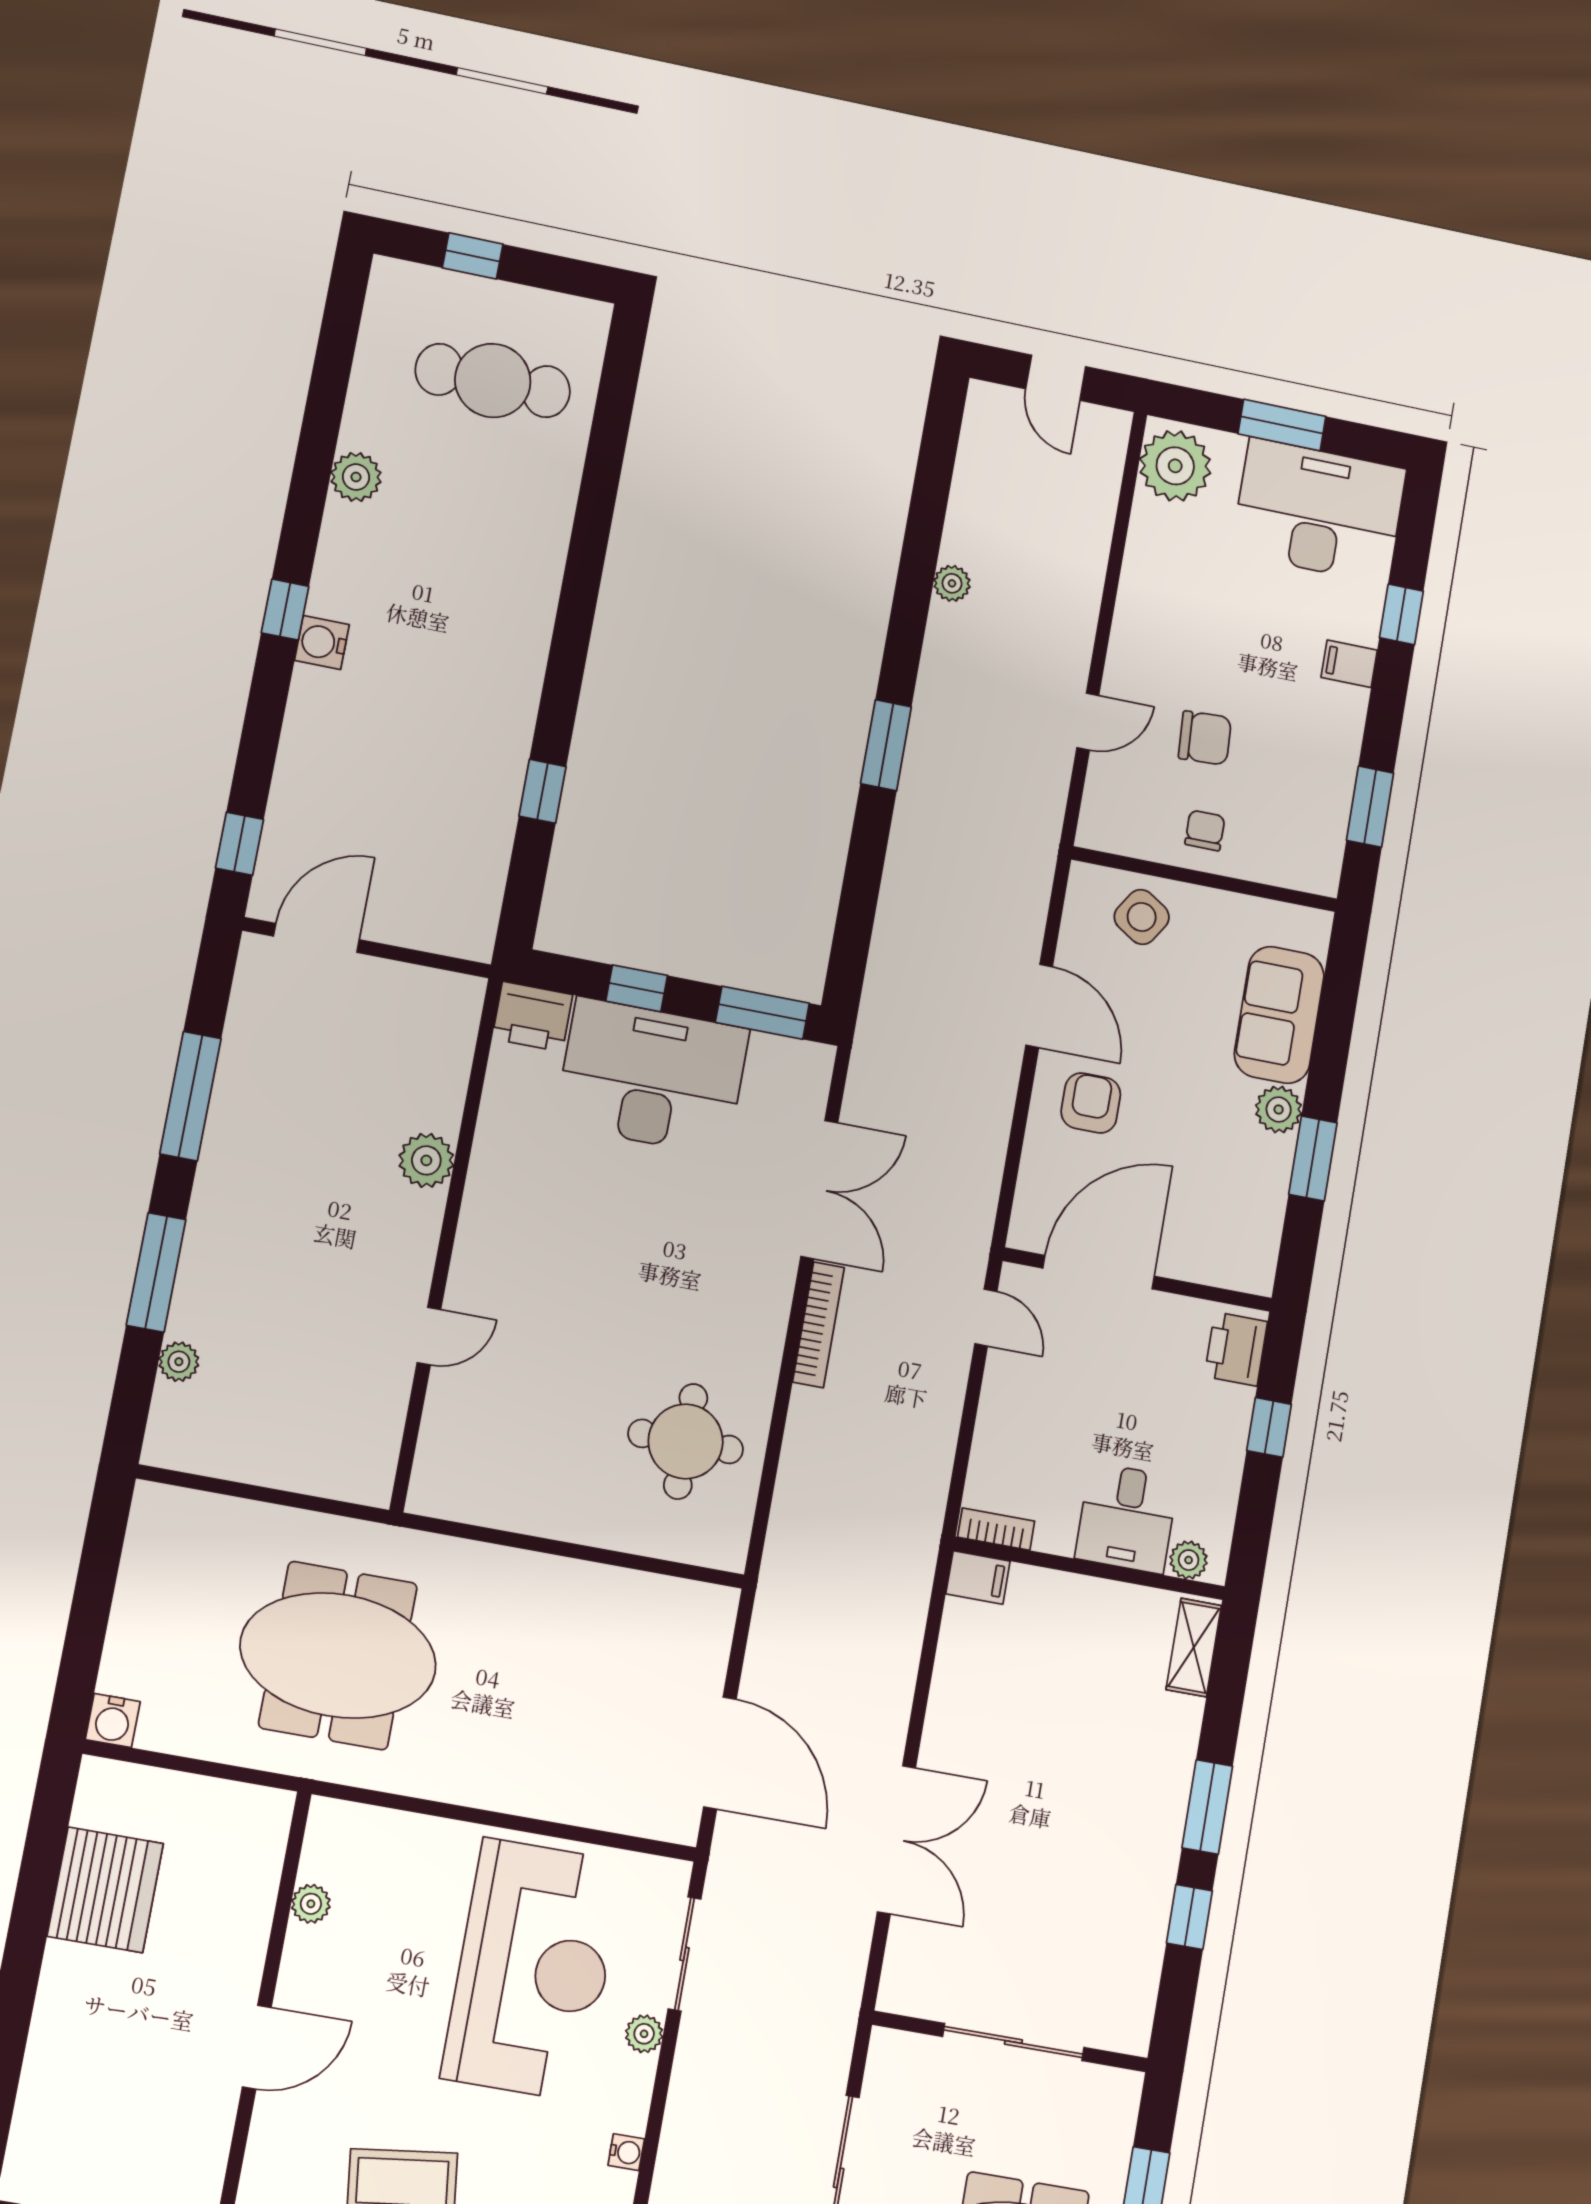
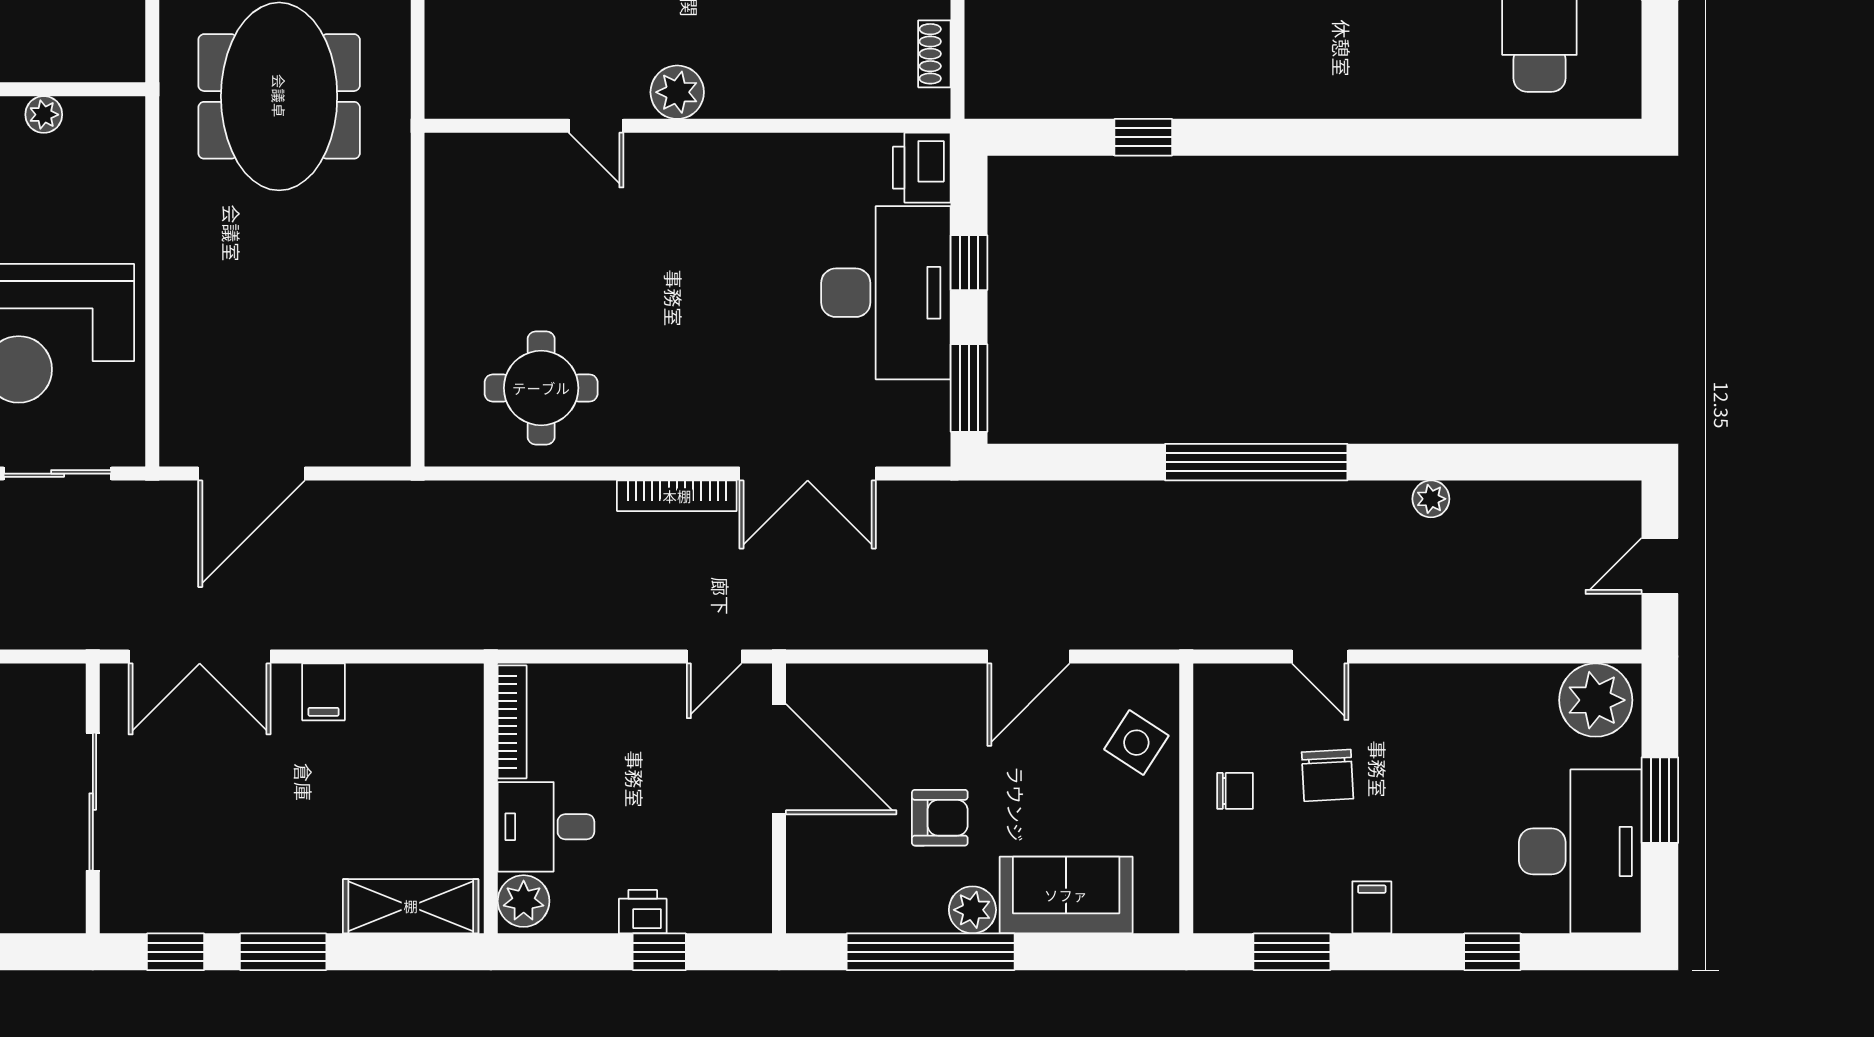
filing cabinet: (1349, 664) -> (1372, 907), moved
window: (886, 745) -> (1256, 462), width x2.11
shoe rack: (419, 982) -> (934, 54), added
armchair: (1091, 1103) -> (940, 818), moved
window: (1313, 1159) -> (931, 952), width x2.11
plant: (426, 1160) -> (677, 92), moved
printer: (1236, 1349) -> (643, 912), moved, width x0.73, depth x0.81
bookcase: (996, 1529) -> (512, 722), width x1.56
plant: (1189, 1560) -> (524, 901), width x1.38, depth x1.38
filing cabinet: (978, 1577) -> (323, 692), moved
shelving: (1194, 1647) -> (411, 906), width x1.50, depth x1.33
wall: (1010, 2041) -> (93, 798), moved
sliding door: (1013, 2042) -> (93, 802), moved

